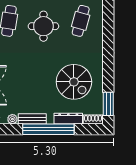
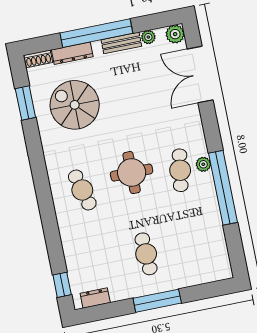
cafe table: (81, 21) -> (82, 190), turned -30
window: (108, 104) -> (25, 103), moved

